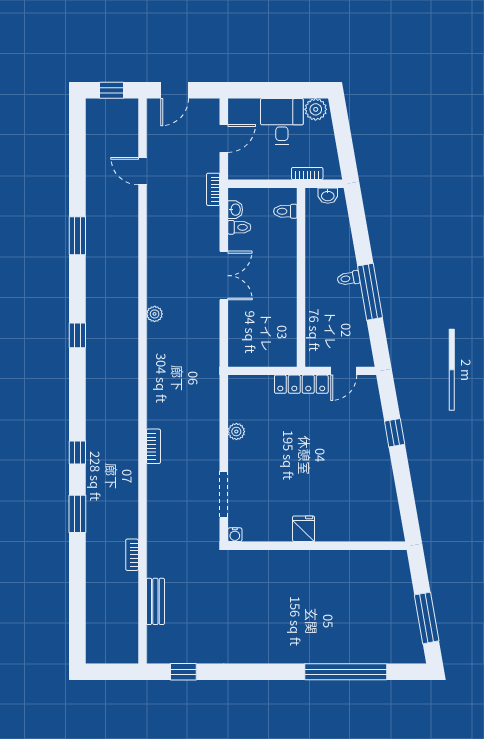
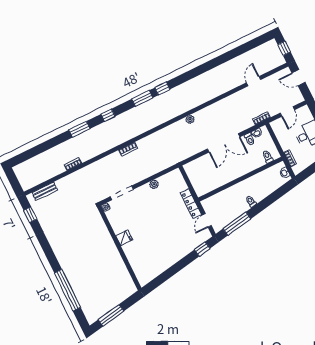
door: (224, 138) -> (287, 111), hinge flipped
window: (77, 236) -> (142, 98), moved
double door: (224, 276) -> (224, 143), width x1.37
window: (370, 292) -> (237, 224), moved
door: (344, 371) -> (207, 220), hinge flipped
window: (395, 433) -> (202, 249), moved
bench: (155, 601) -> (45, 191), moved

